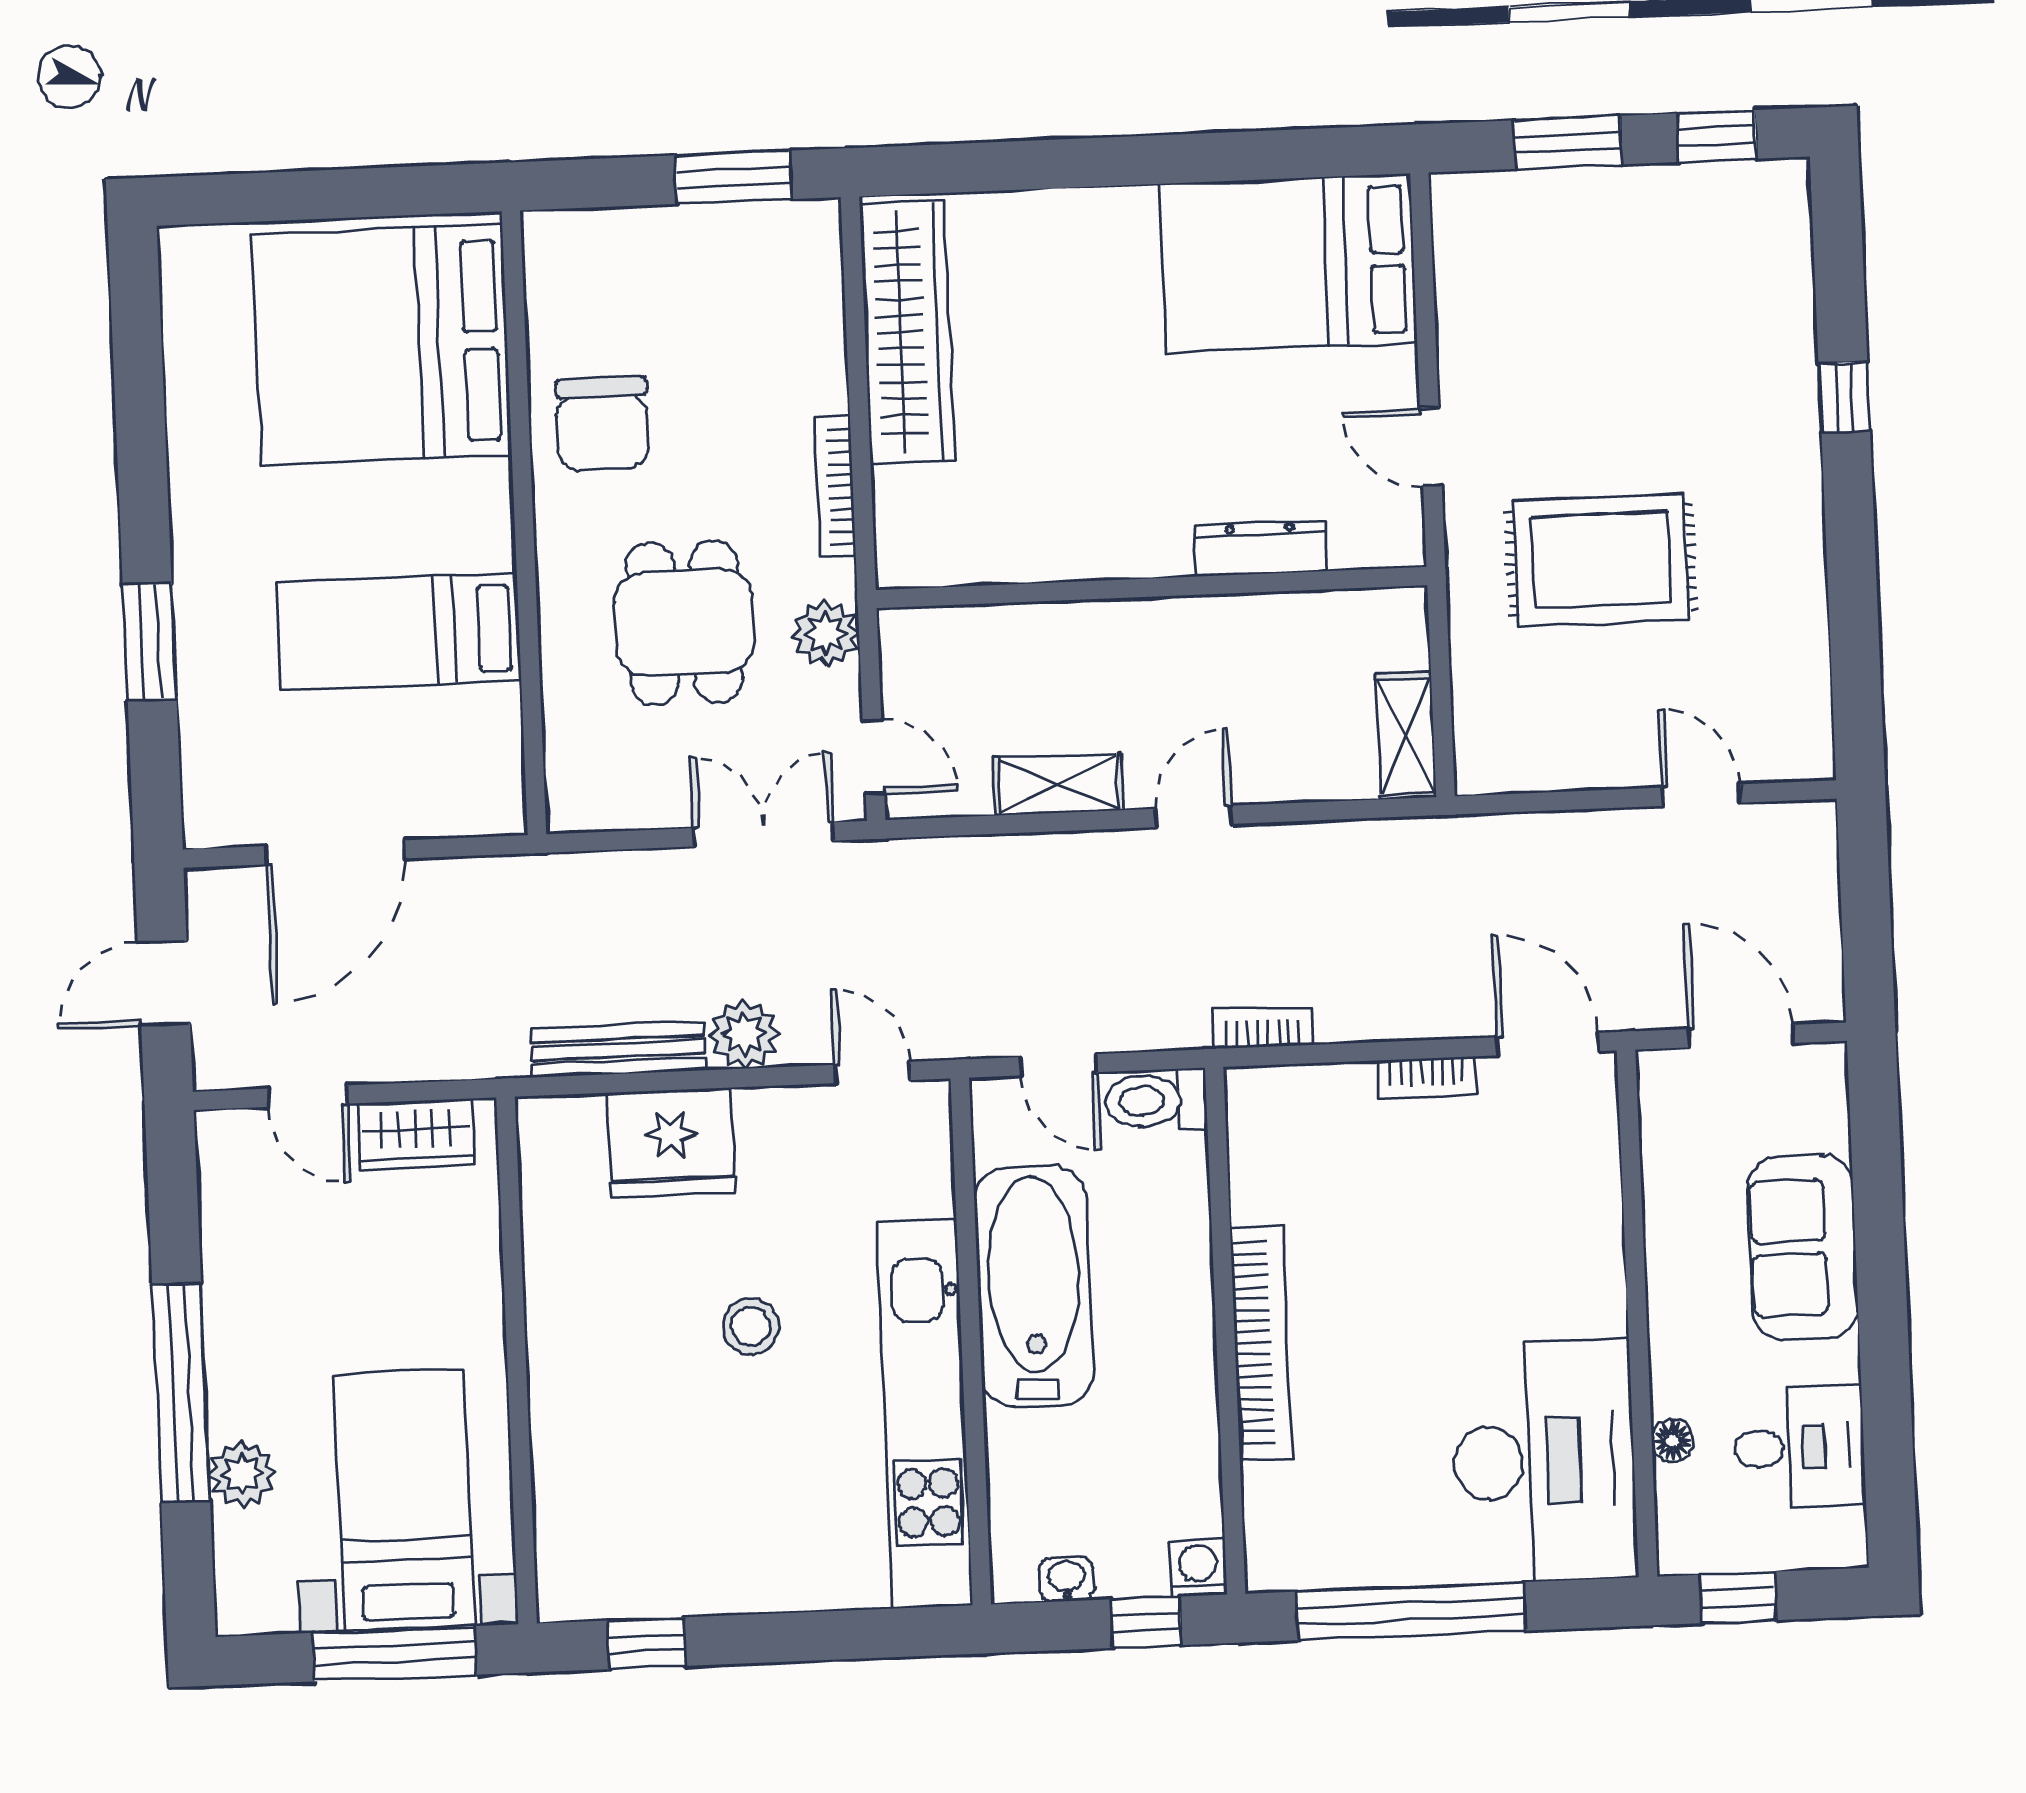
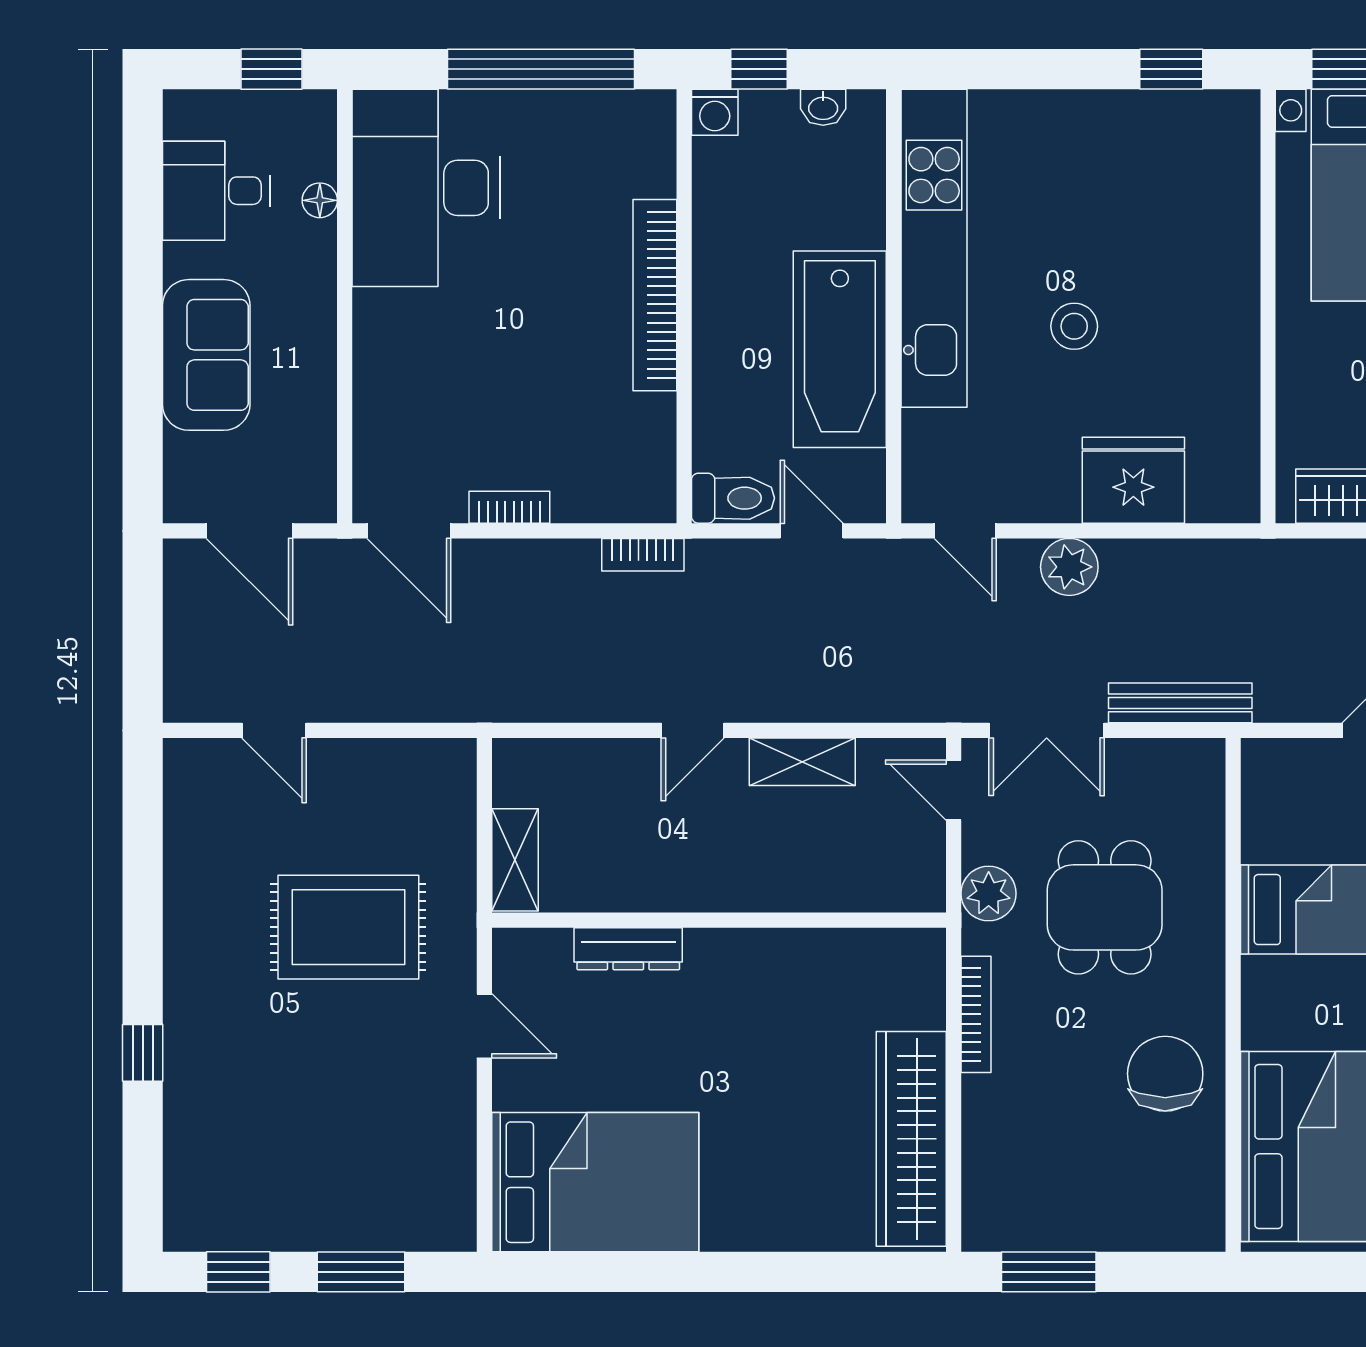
shelving: (1406, 736) -> (515, 860), moved
bench: (618, 1050) -> (1180, 703), moved

